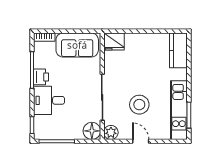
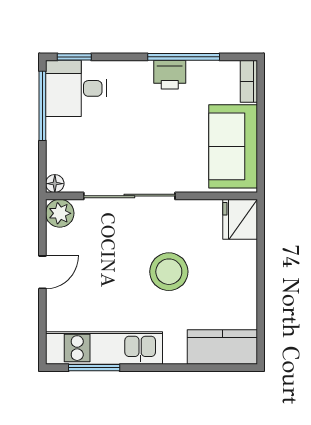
desk: (49, 100) -> (76, 88), moved, turned -90
stool: (139, 105) -> (169, 272), moved
floor lamp: (92, 131) -> (55, 184), width x0.53, depth x0.53

